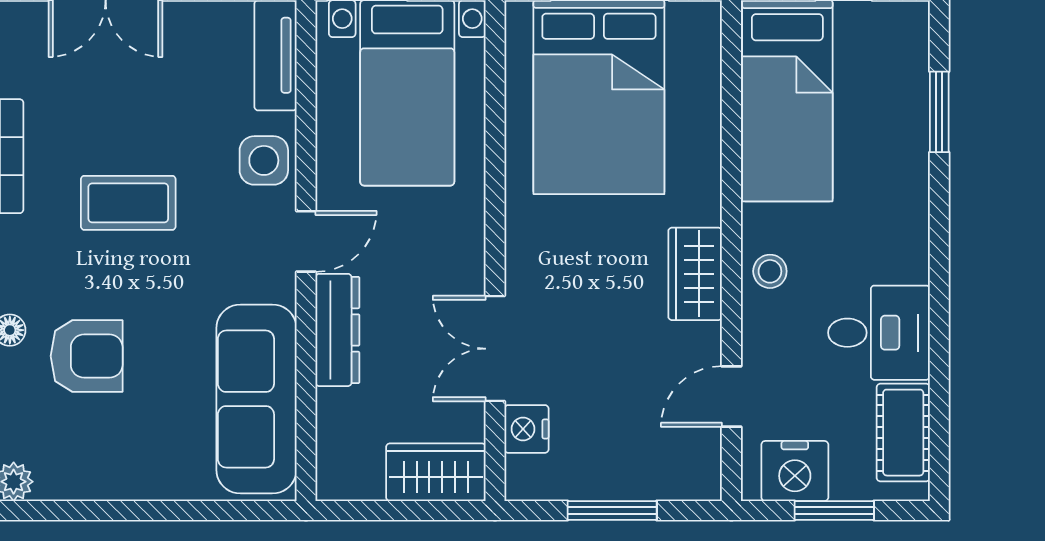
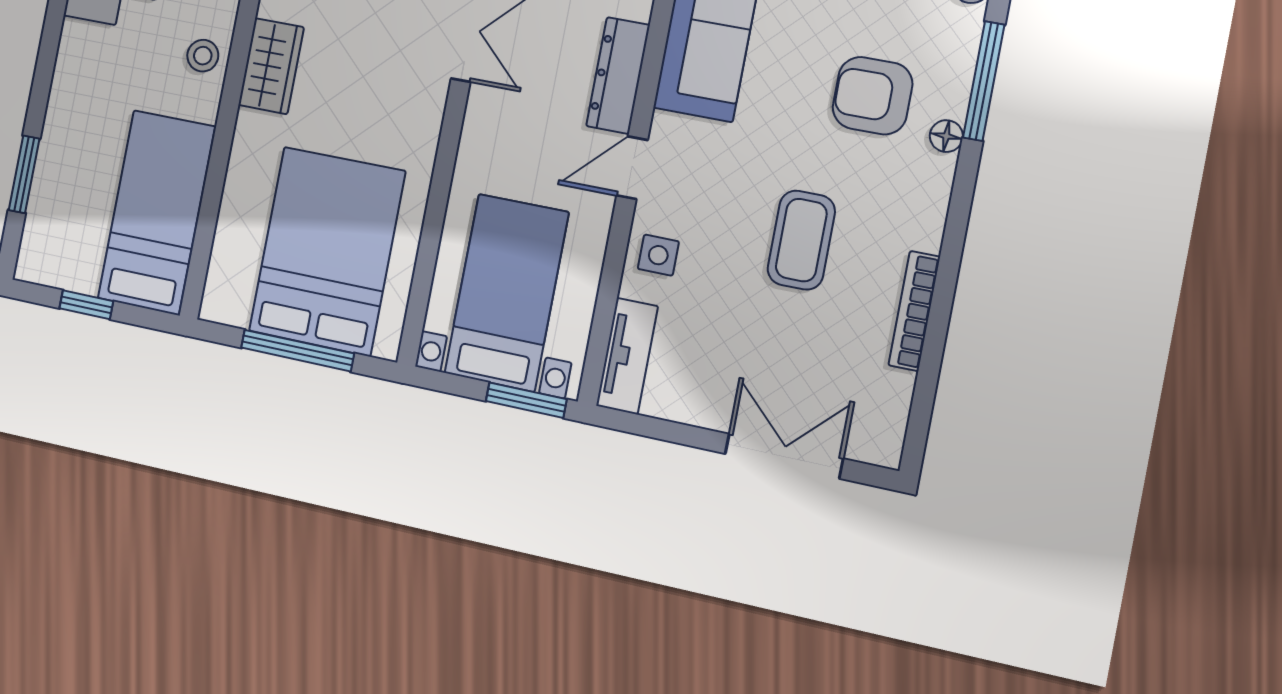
side table: (264, 160) -> (658, 255), width x0.73, depth x0.73
coffee table: (128, 203) -> (801, 240), turned 90

